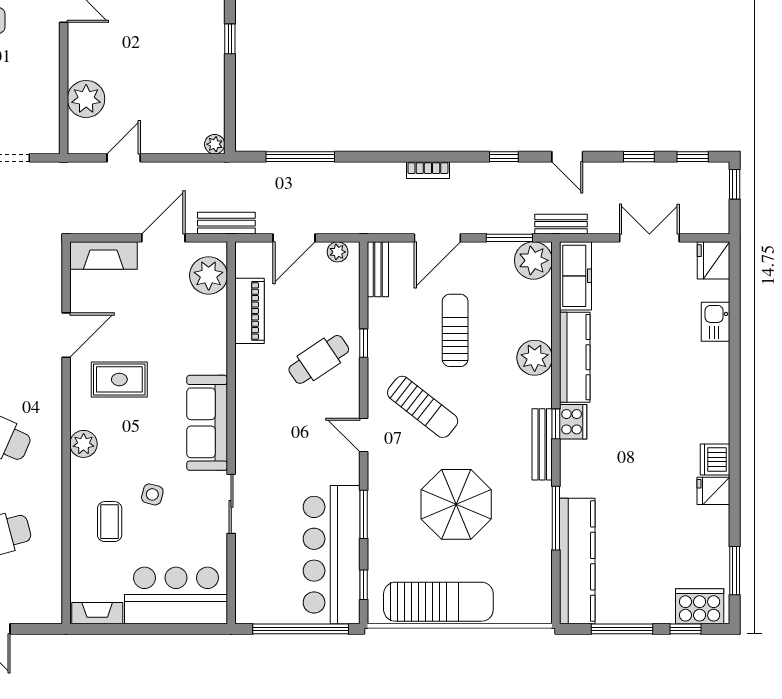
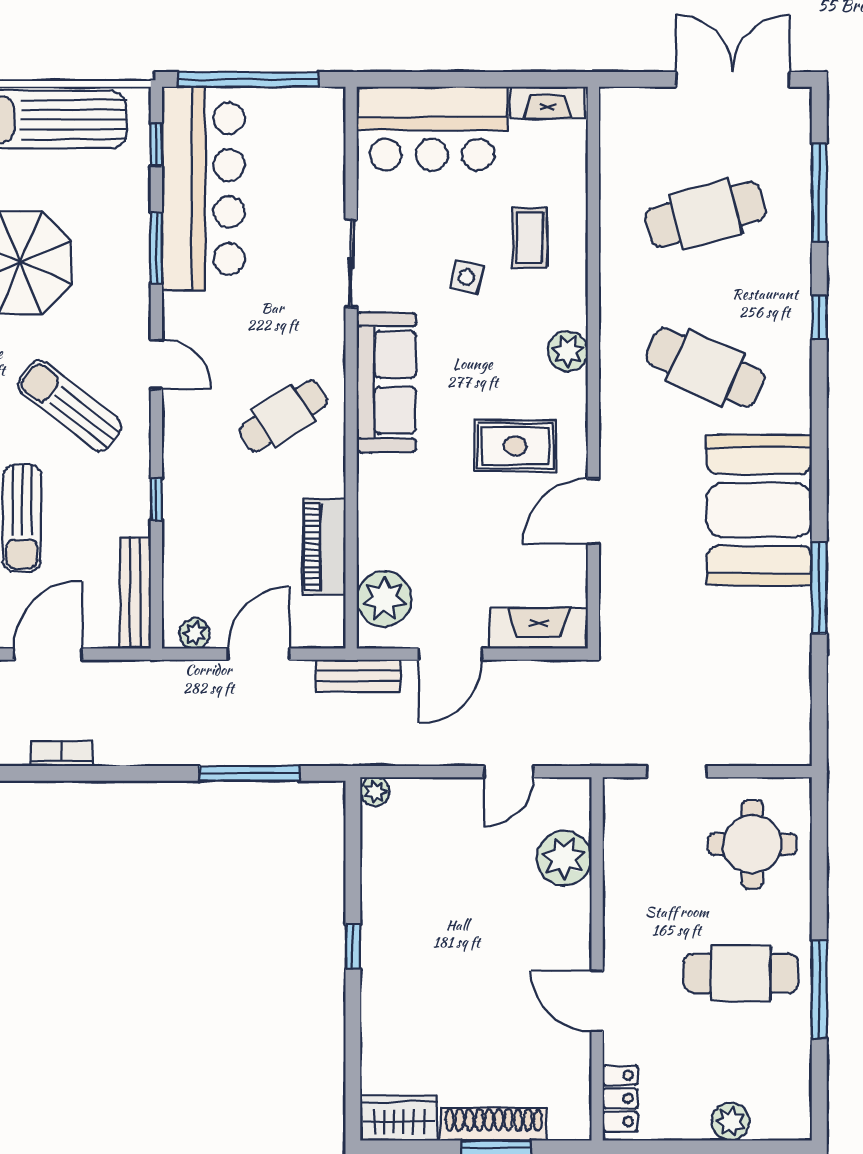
bench: (378, 269) -> (135, 593), width x1.36
cafe table: (319, 359) -> (284, 416), moved

